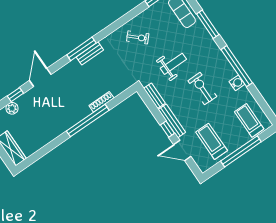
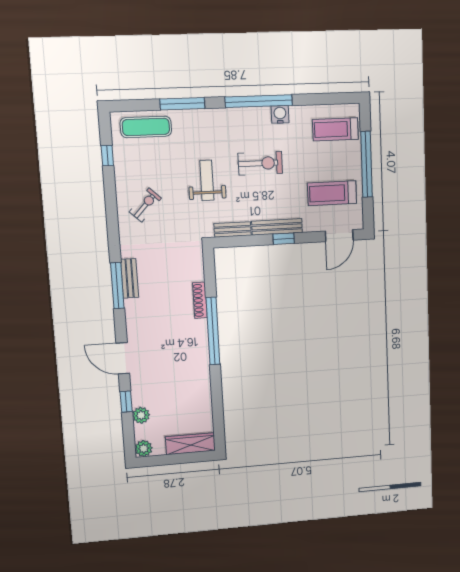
exercise bike: (202, 89) -> (260, 163), turned 180
door: (182, 151) -> (339, 236), moved

